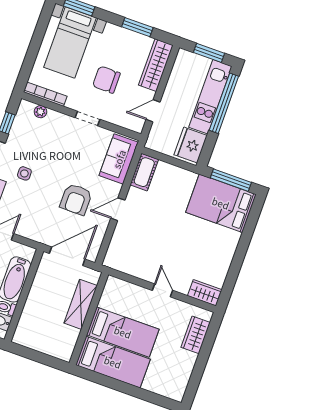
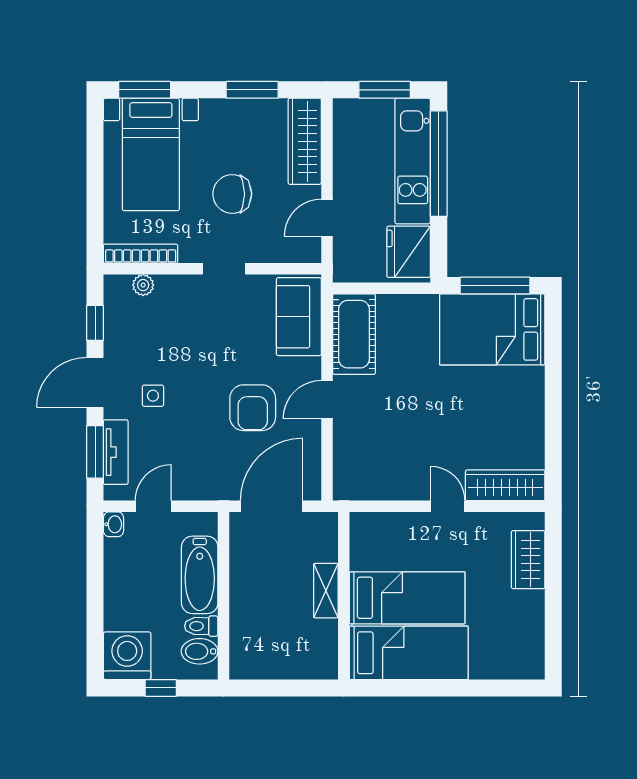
cot: (144, 172) -> (354, 334), width x1.37, depth x1.34
wardrobe: (205, 293) -> (505, 485), width x1.50
shelving: (81, 304) -> (326, 591), width x0.67, depth x0.75

